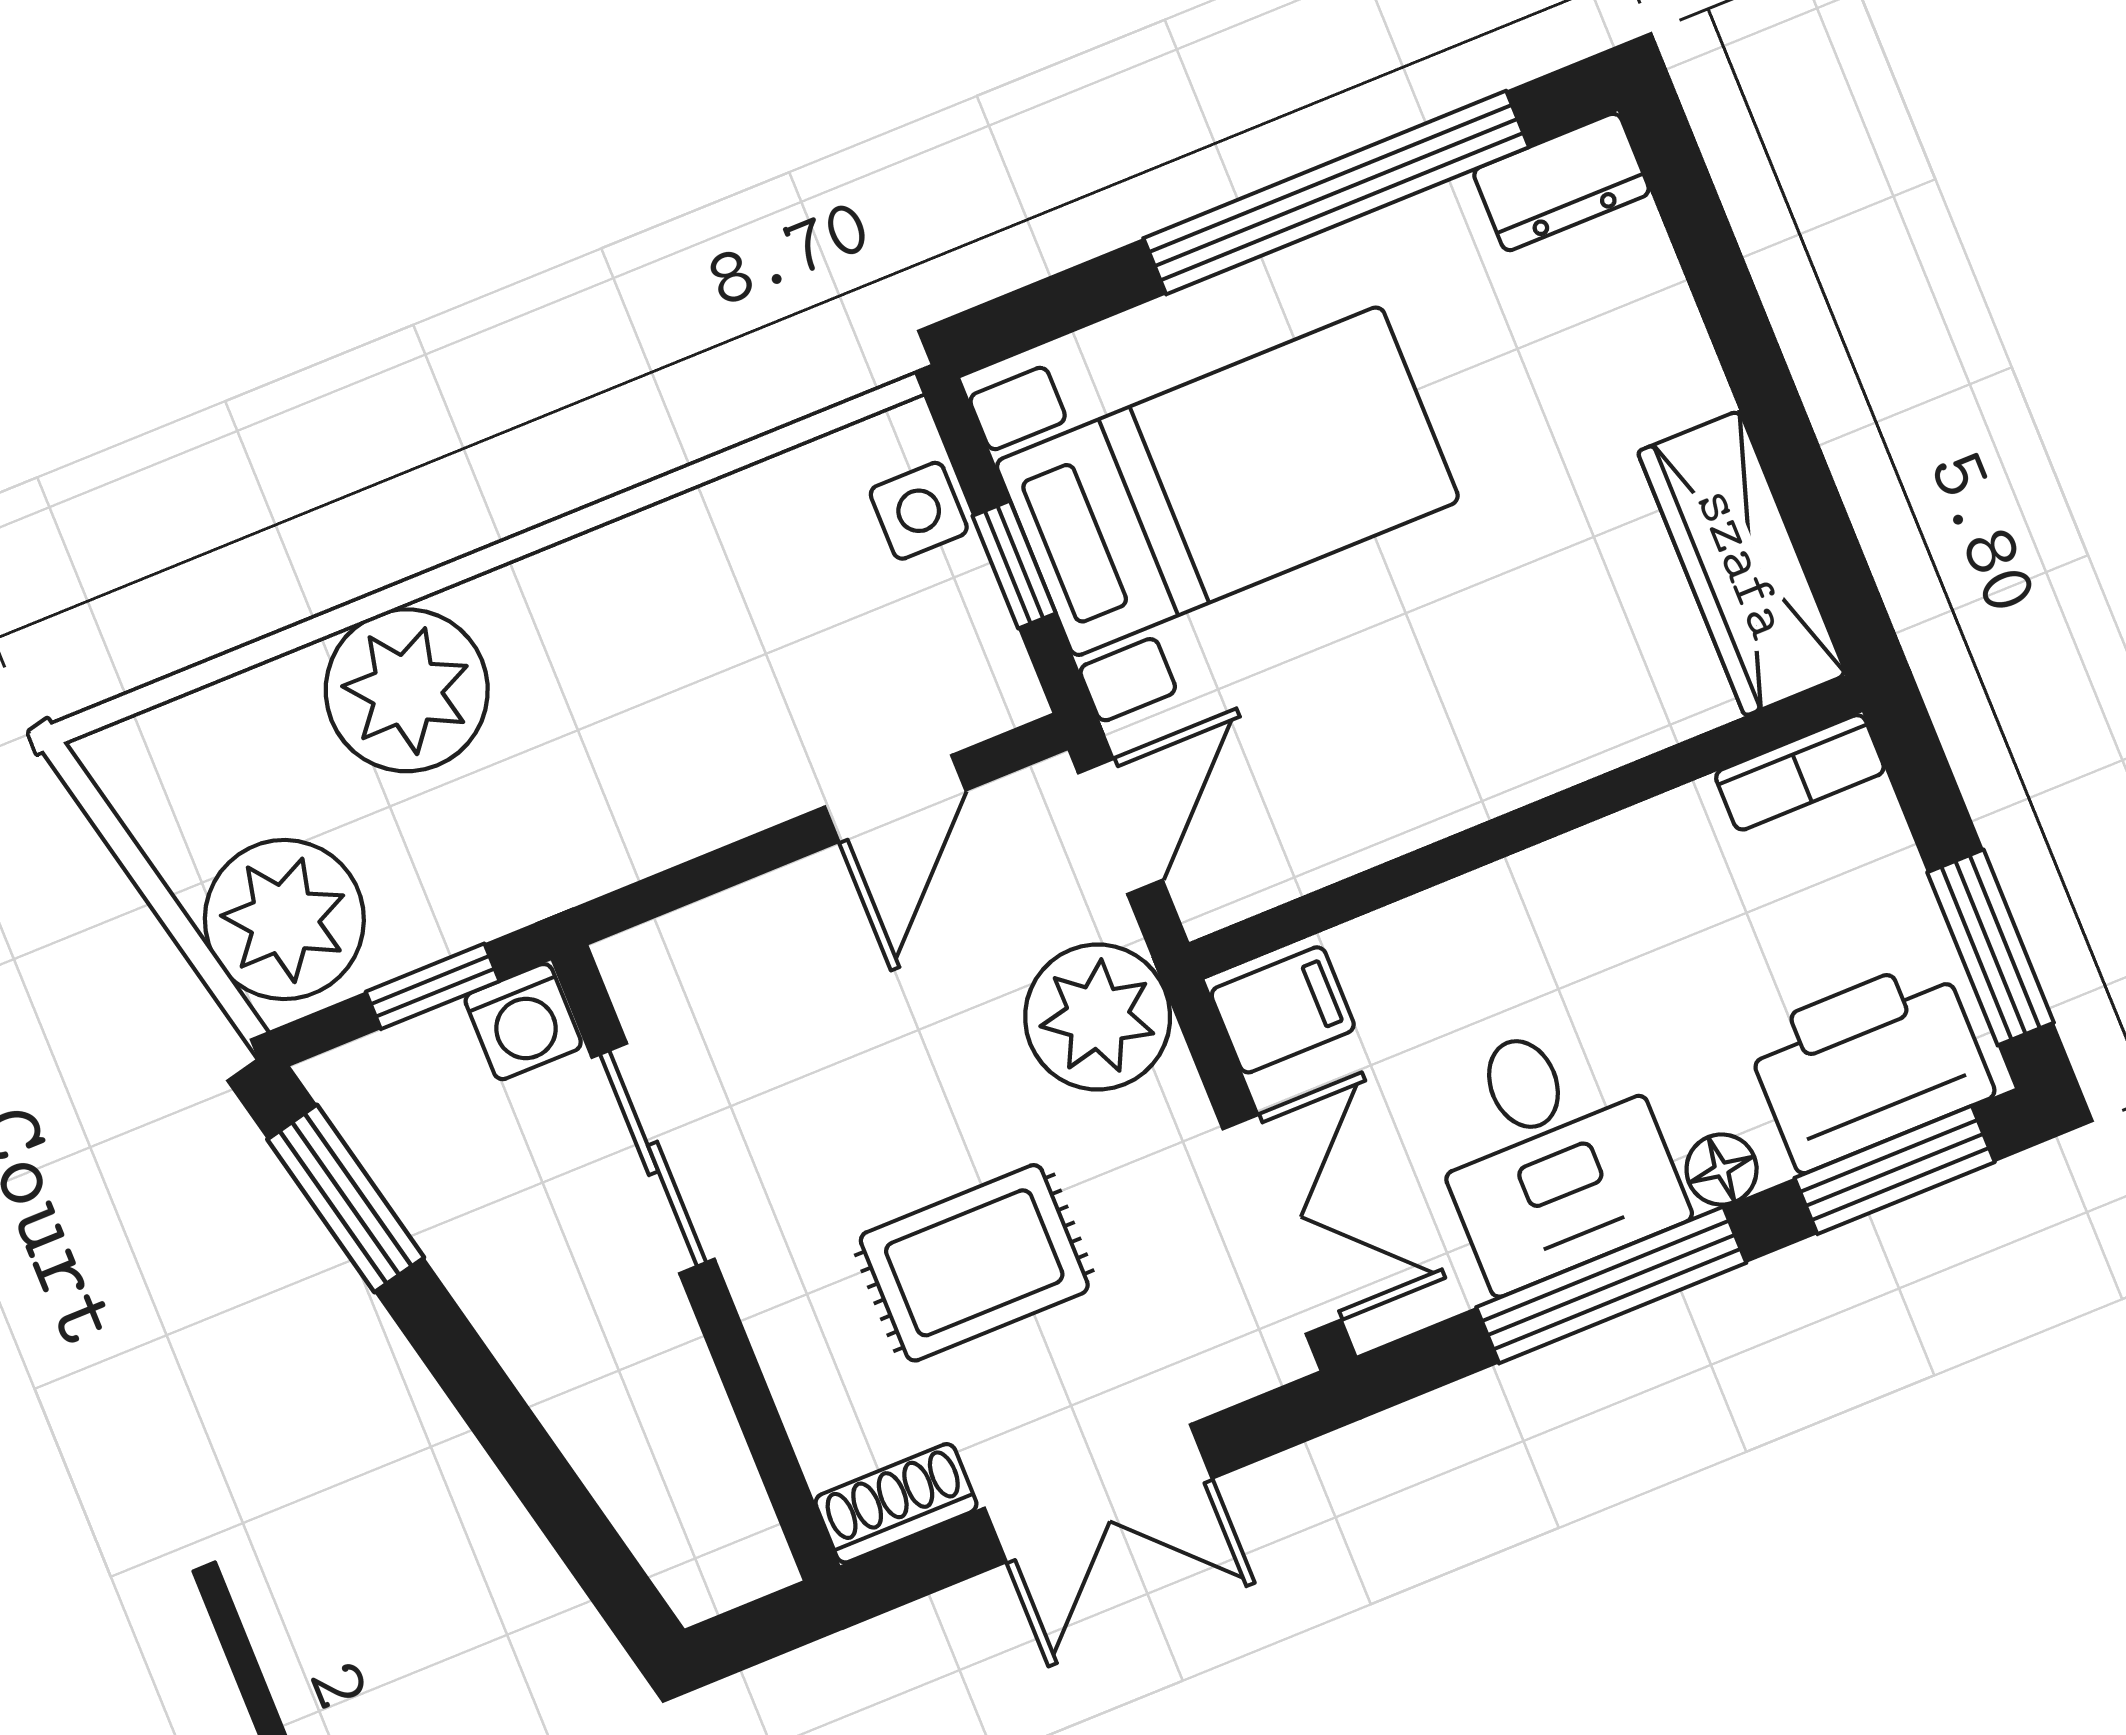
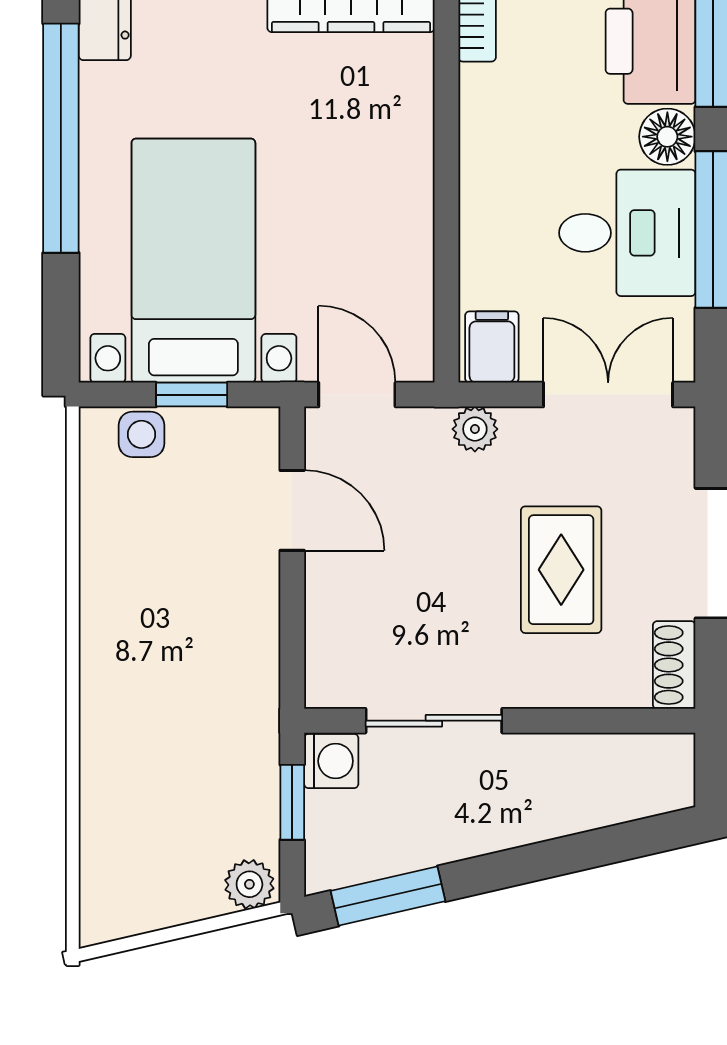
plant: (407, 690) -> (126, 751), removed
plant: (284, 920) -> (249, 884), width x0.53, depth x0.53
plant: (1098, 1017) -> (475, 429), width x0.53, depth x0.53
floor lamp: (1722, 1170) -> (667, 137), width x1.37, depth x1.37

